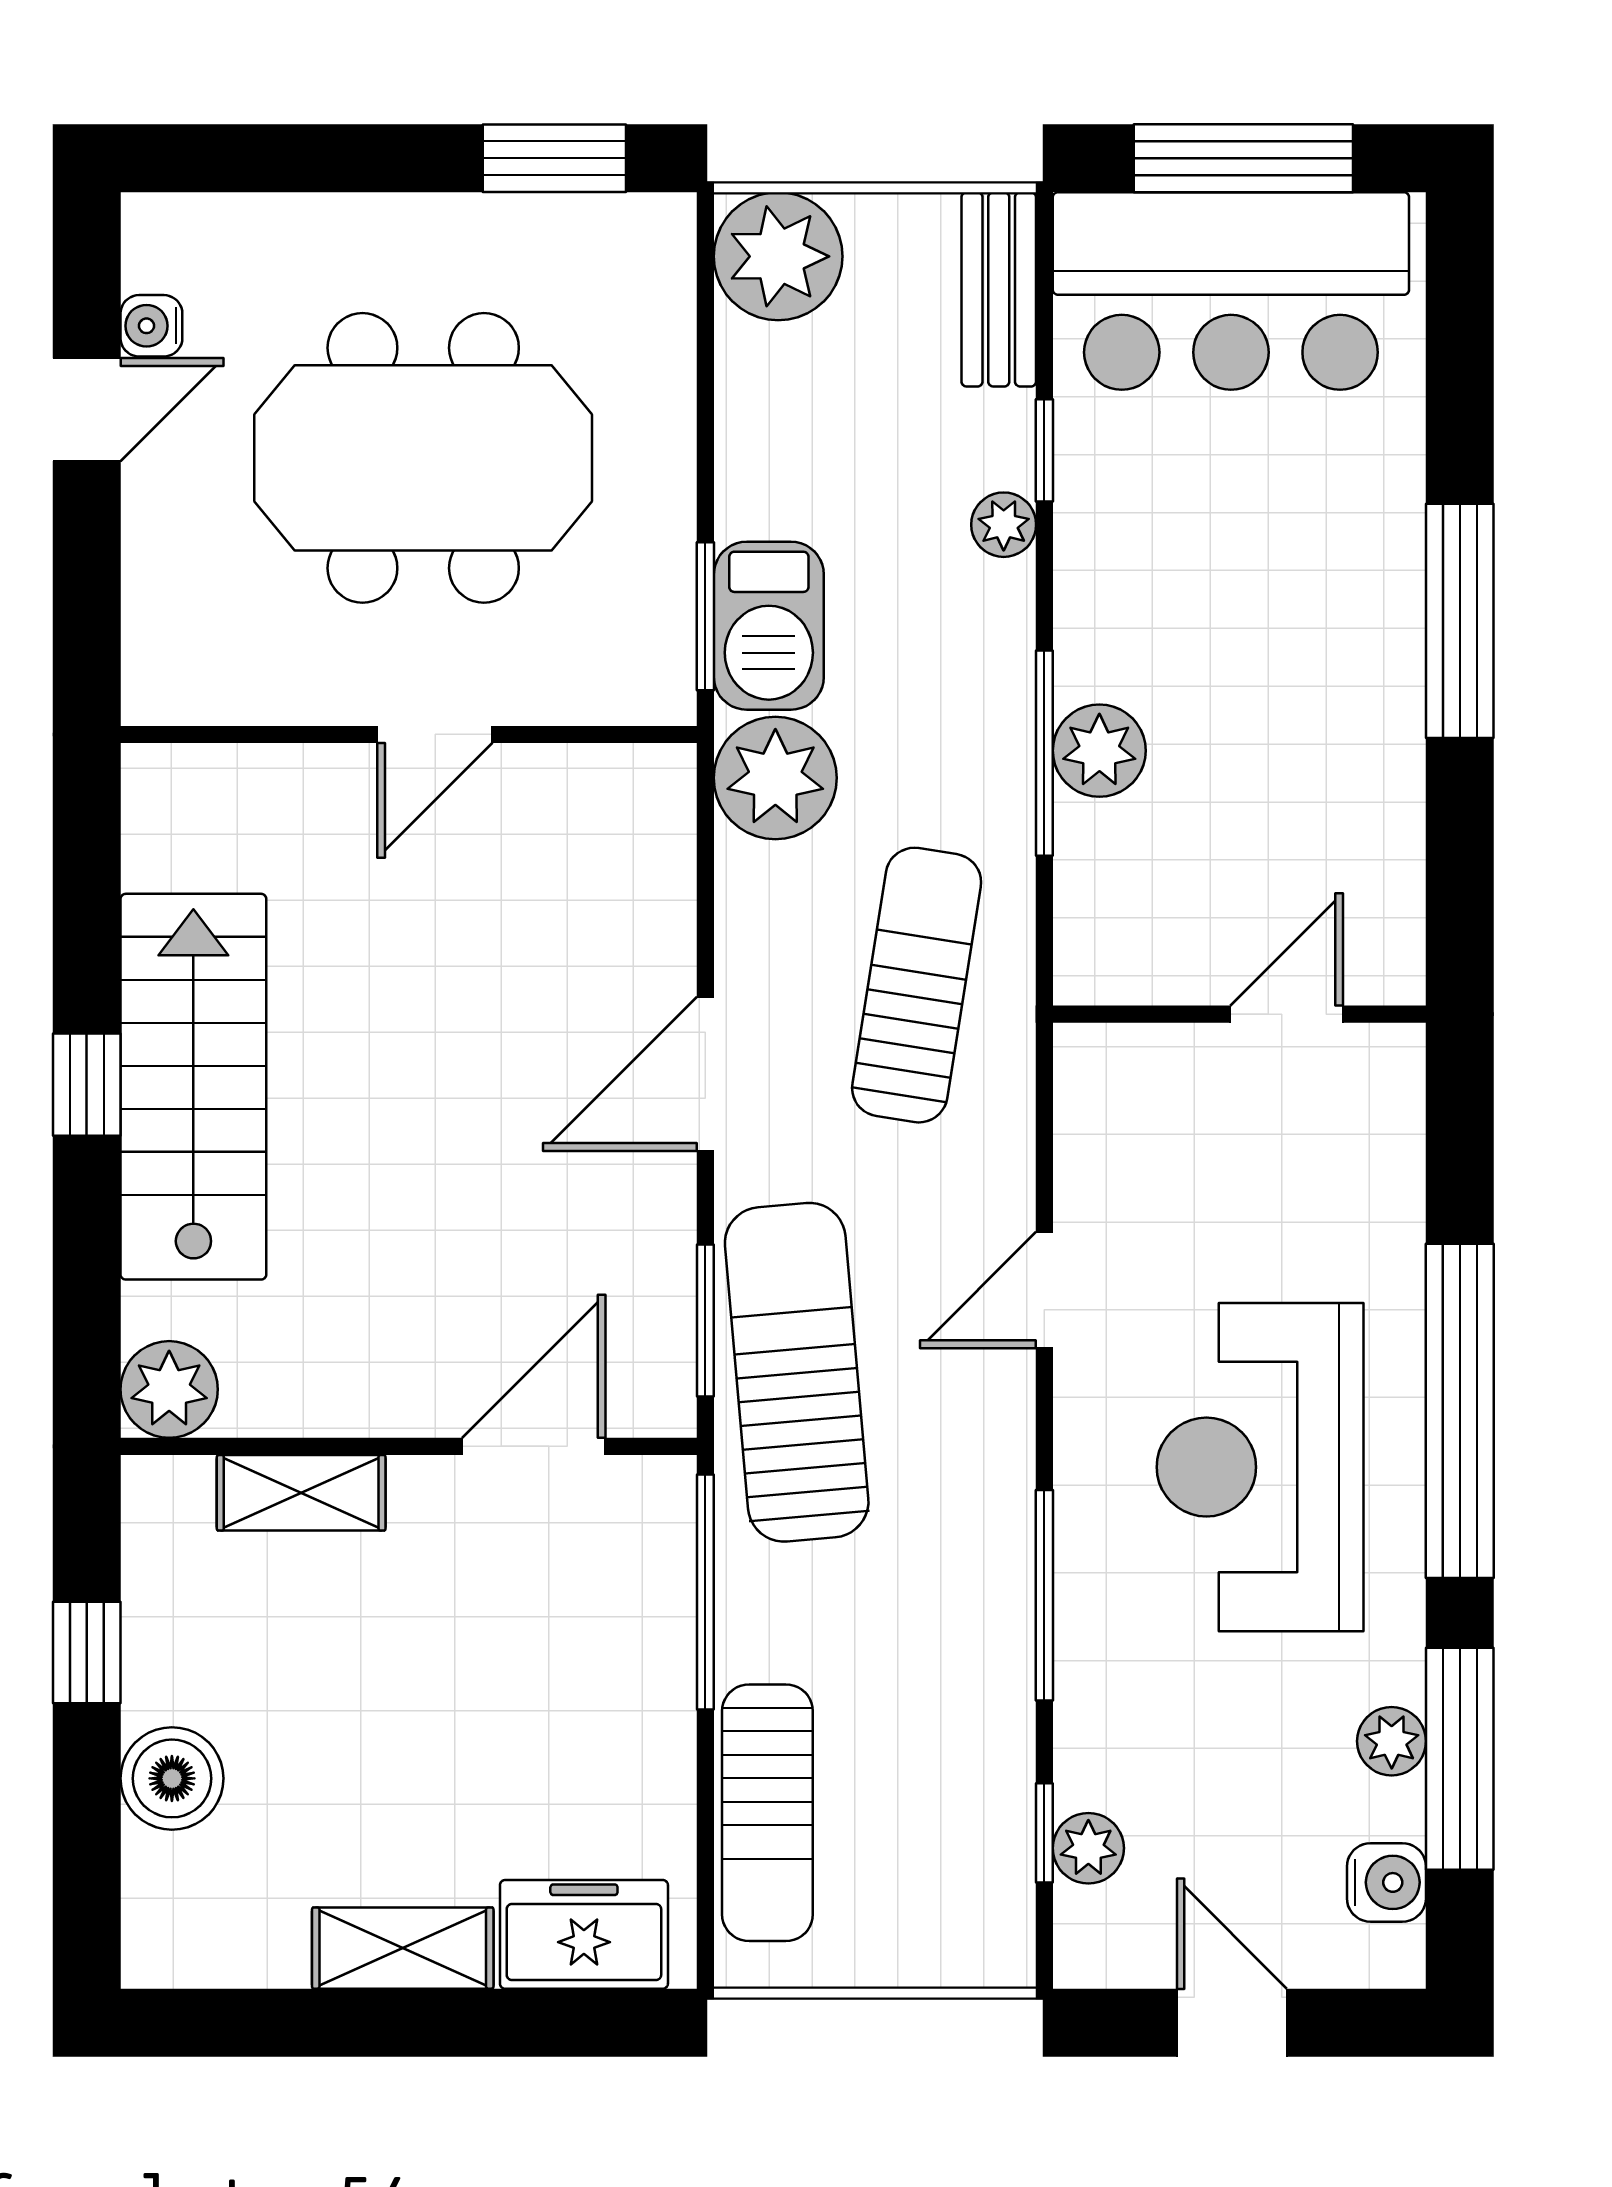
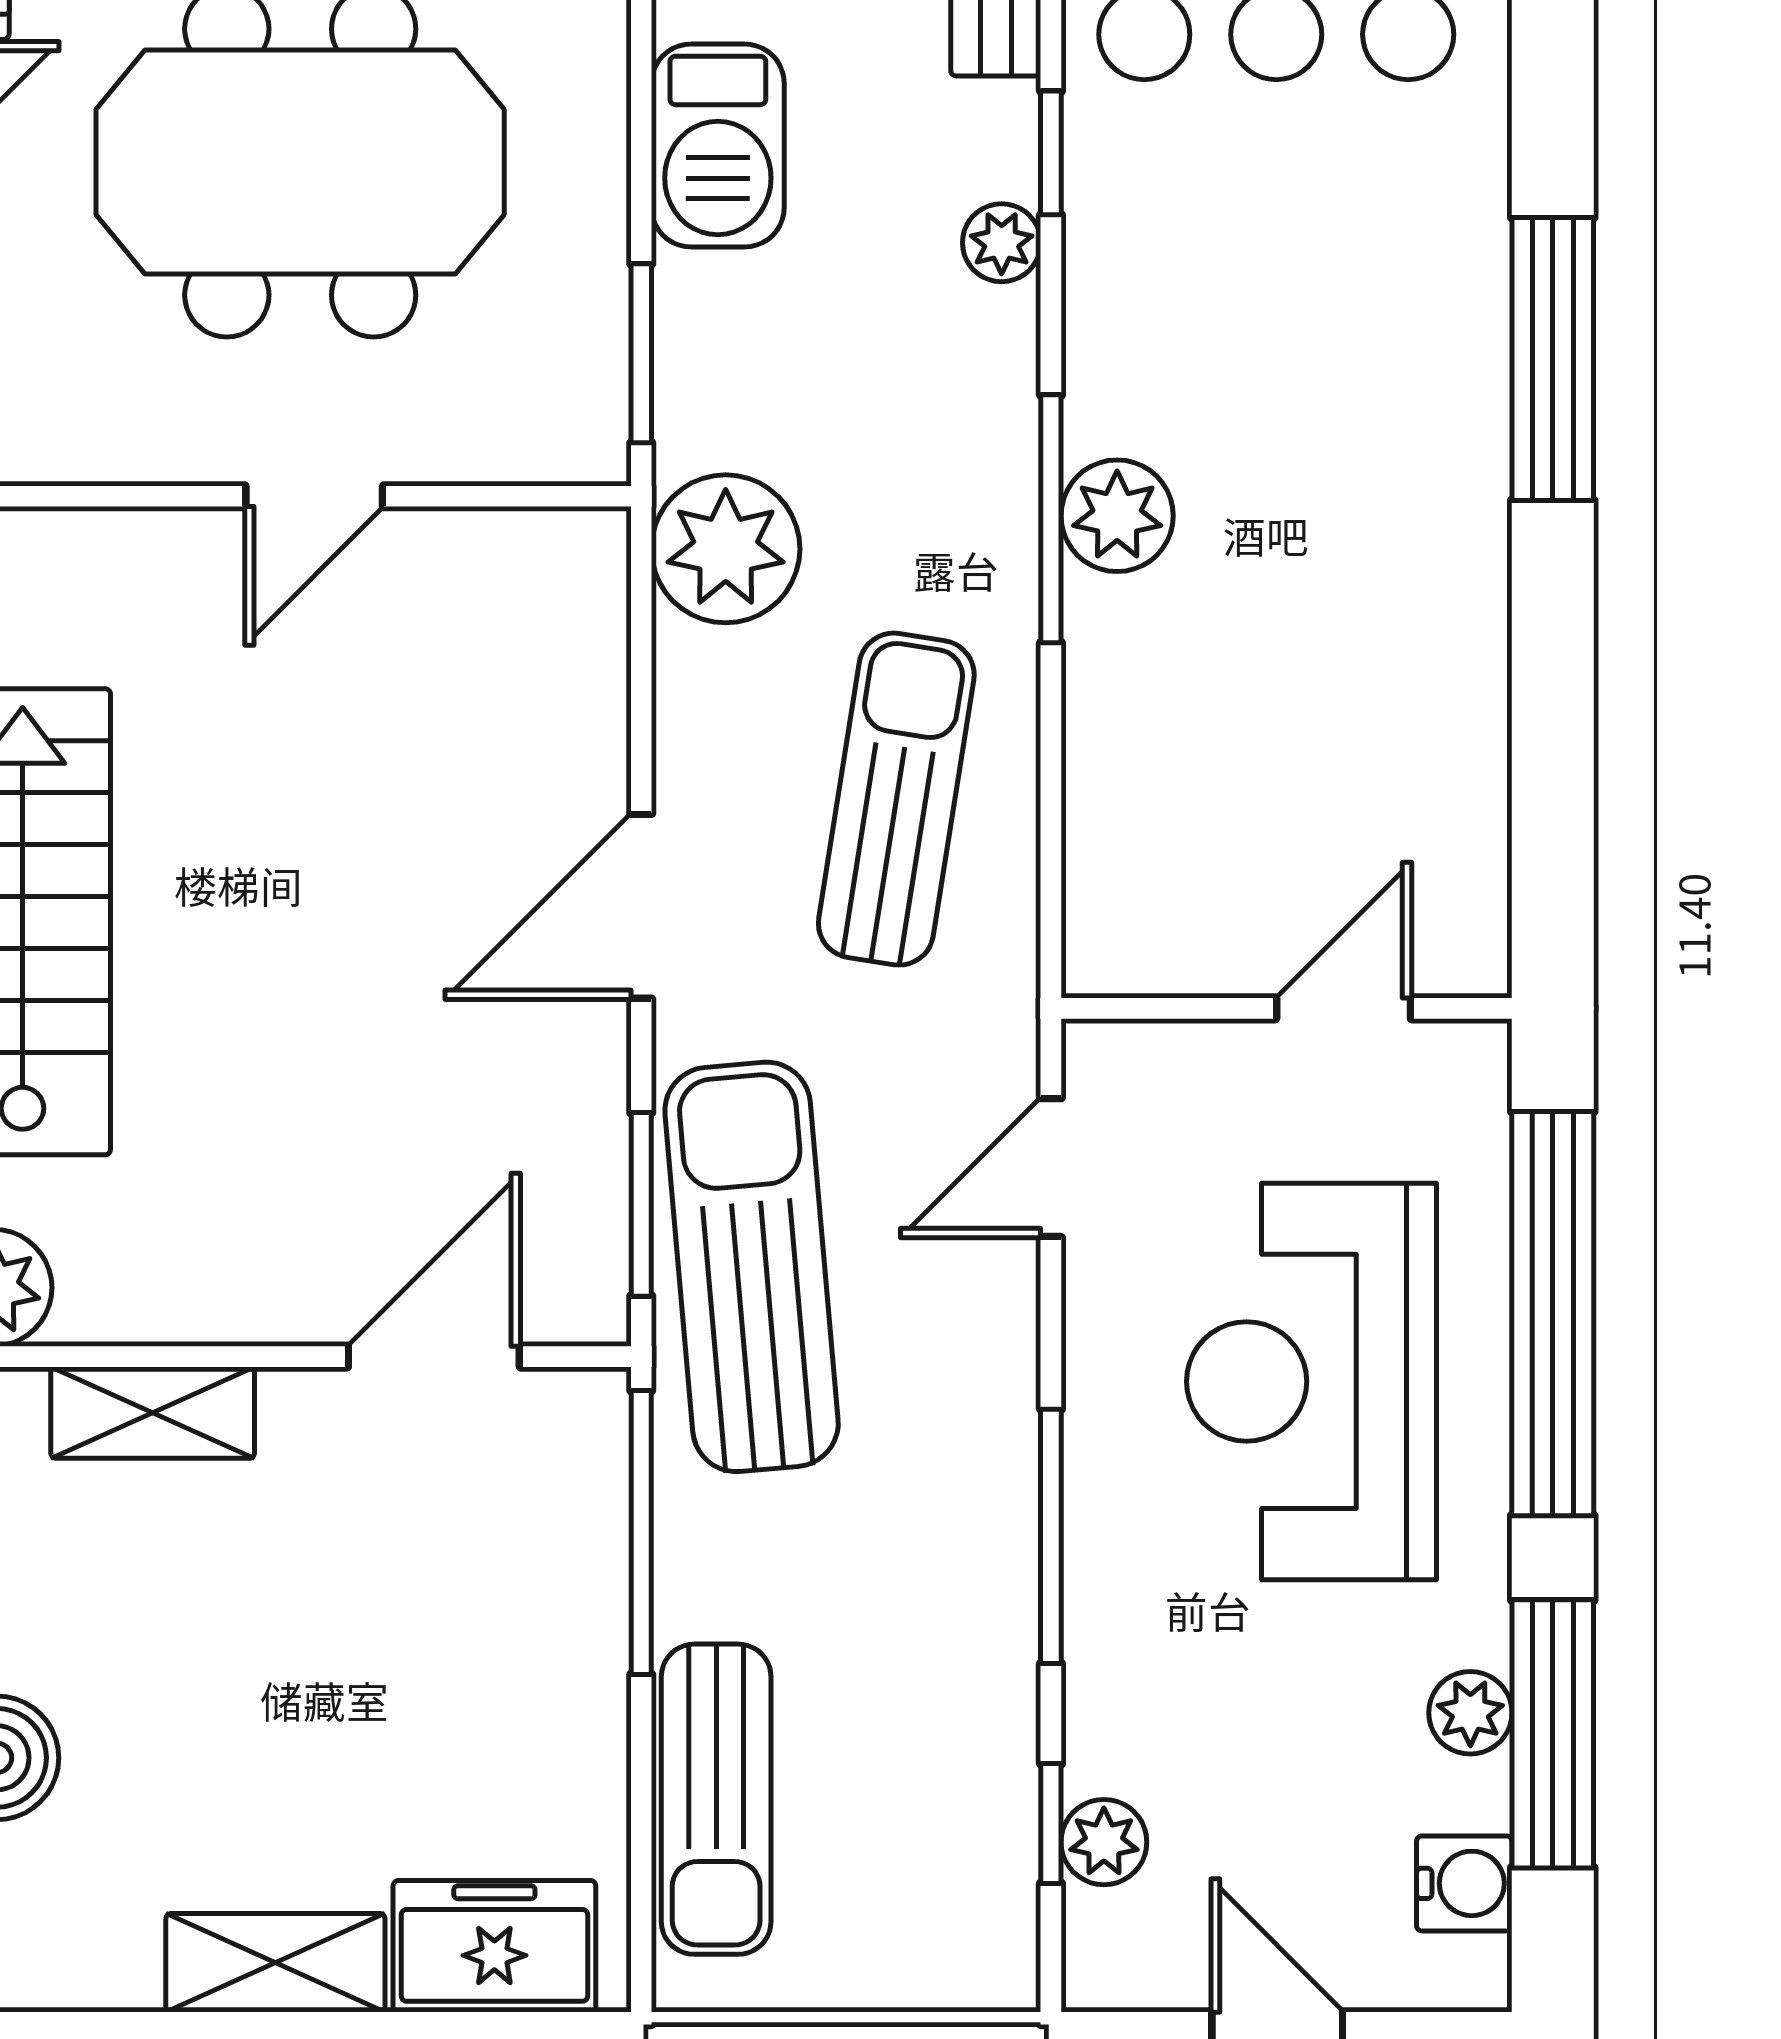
barbecue: (769, 626) -> (718, 145), moved
wall: (1239, 1014) -> (1286, 1008), moved
door: (1287, 1014) -> (1344, 1008), moved

